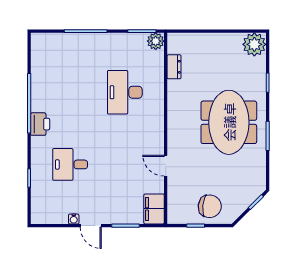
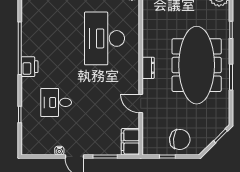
dresser: (174, 67) -> (148, 68), moved
desk: (125, 92) -> (104, 38), width x1.36, depth x1.30
meeting table: (229, 122) -> (197, 65), width x1.36

